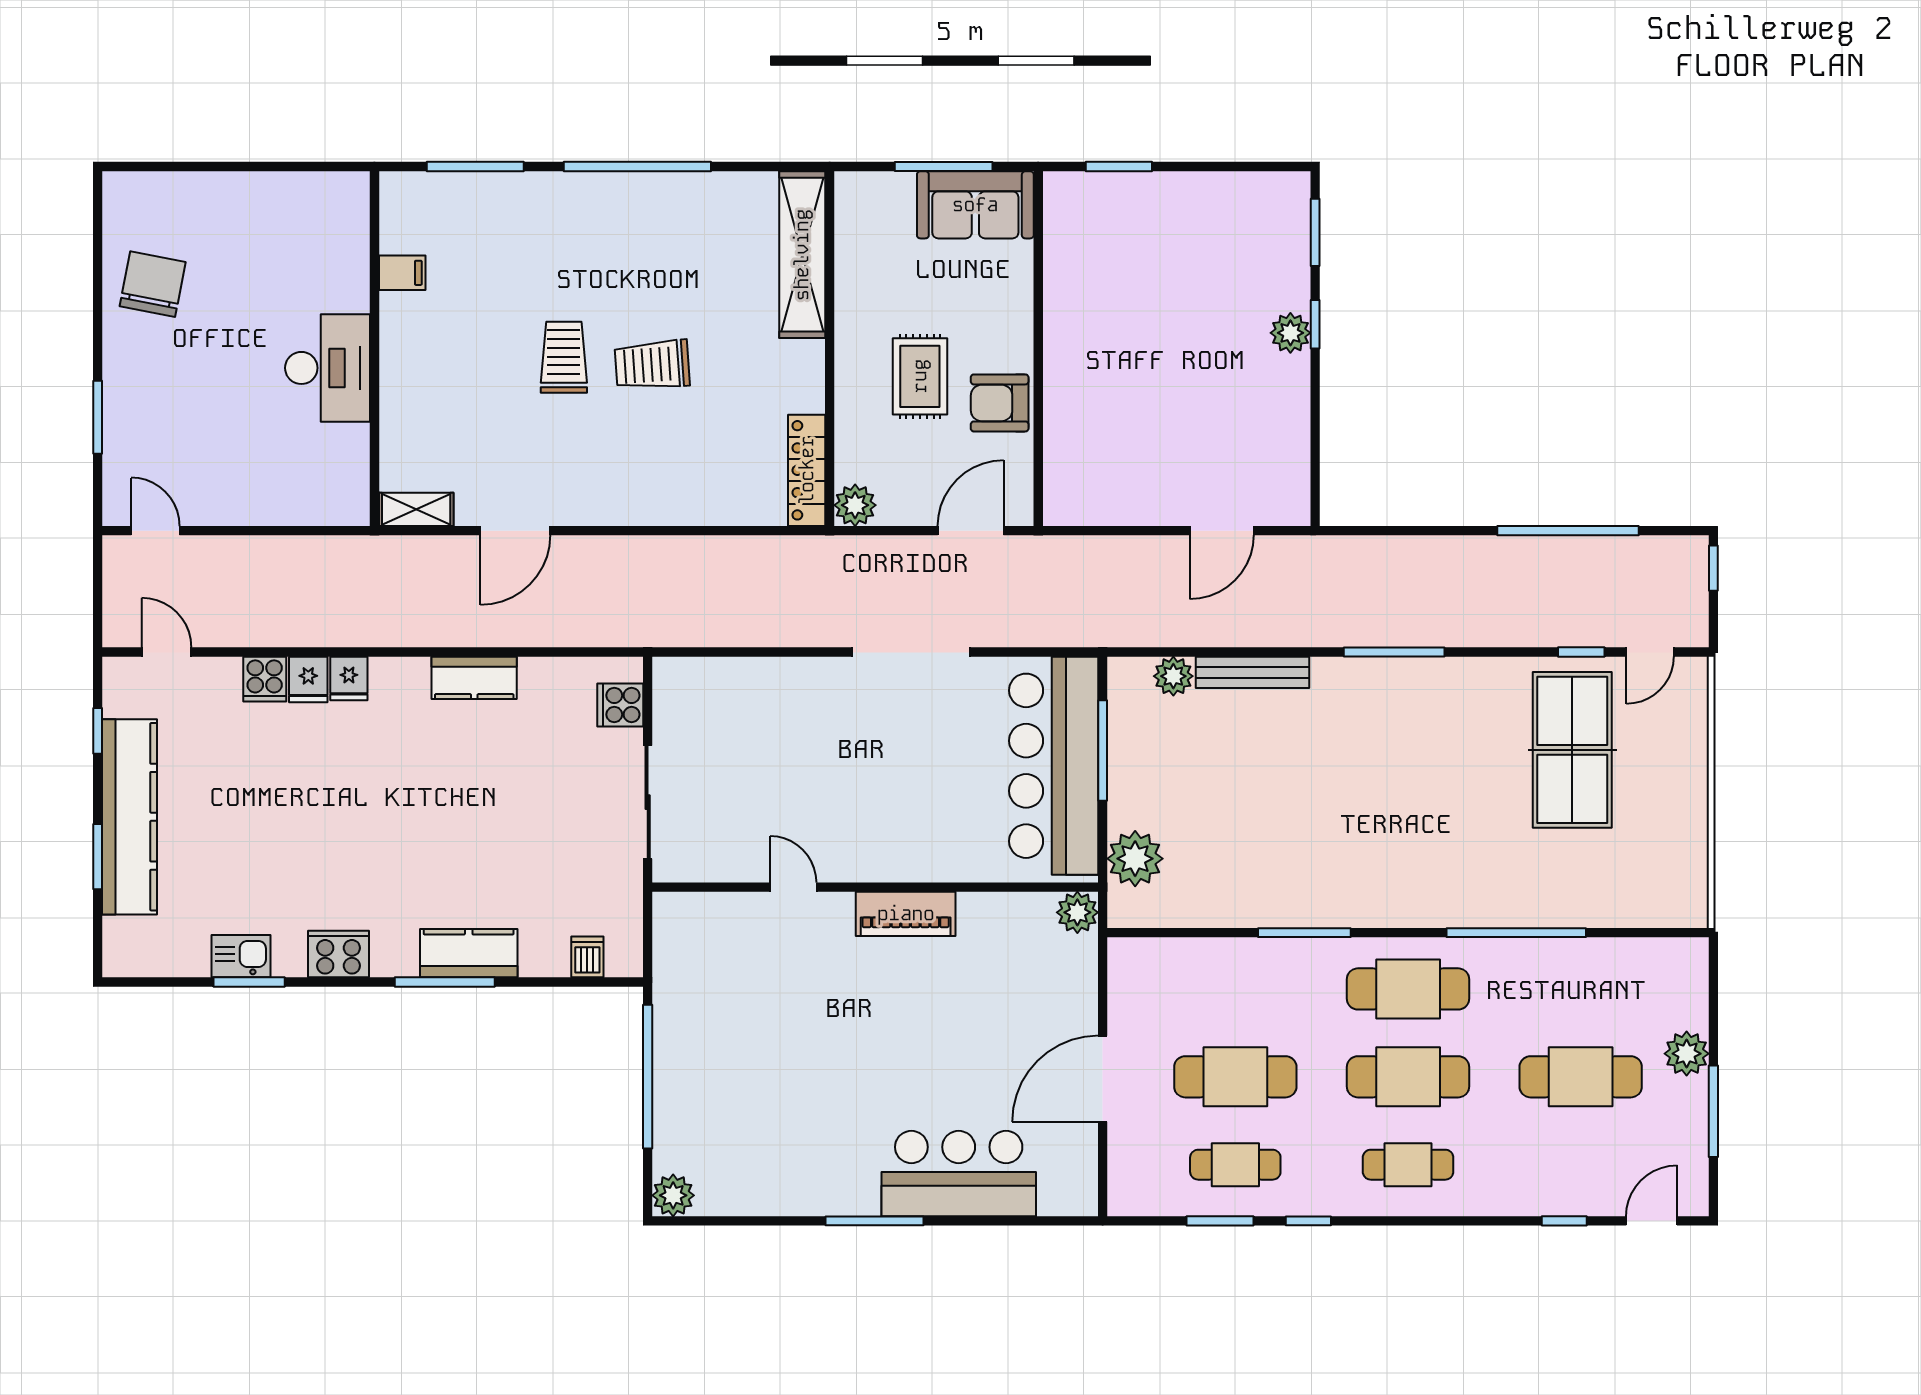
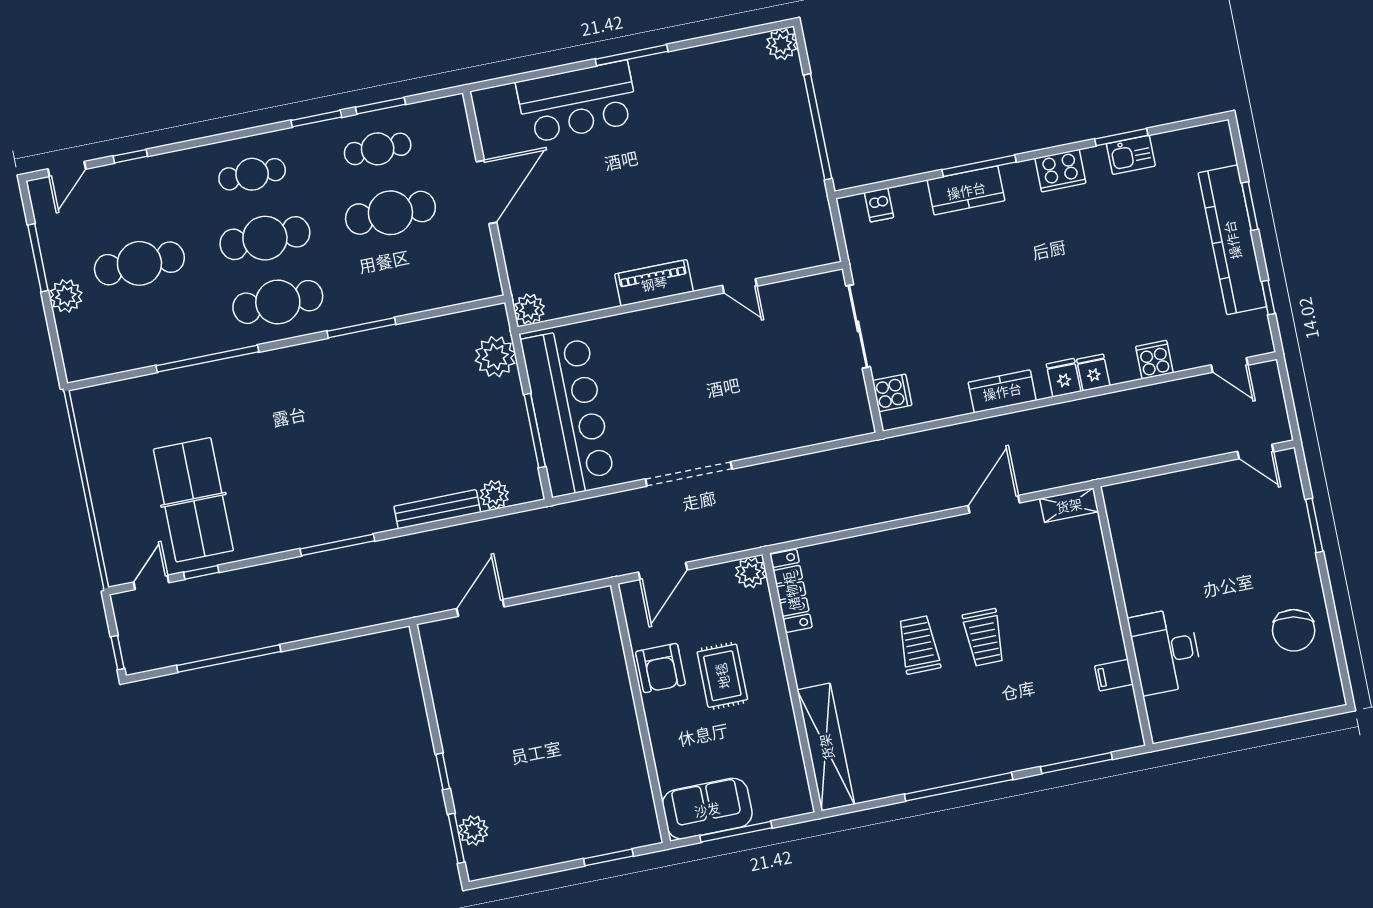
plant: (1290, 333) -> (473, 830), moved
trolley: (652, 365) -> (919, 645), turned -86
desk: (328, 368) -> (1166, 651), moved
armchair: (1000, 403) -> (661, 668), turned 90
fridge: (308, 679) -> (1064, 378), moved
window: (1308, 1221) -> (316, 119), width x1.50

